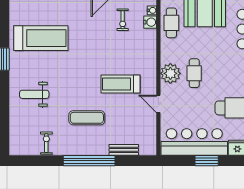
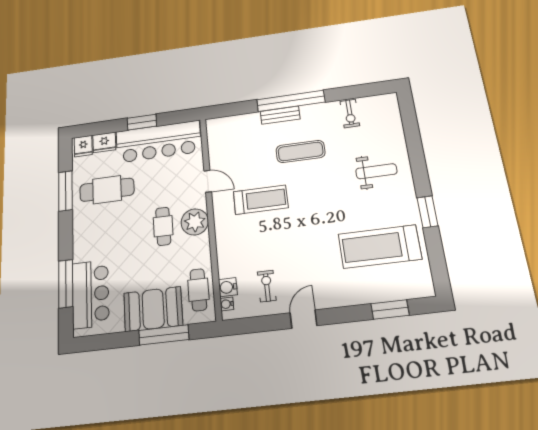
bench: (124, 150) -> (280, 115), moved

